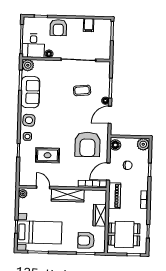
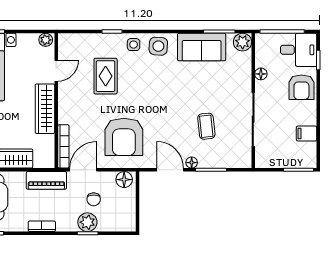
armchair: (58, 28) -> (301, 87), turned -90
desk: (33, 46) -> (299, 50), moved, turned 180
armchair: (88, 144) -> (124, 137), turned -90
plant: (143, 144) -> (87, 222), moved
door: (108, 172) -> (83, 170), hinge flipped

